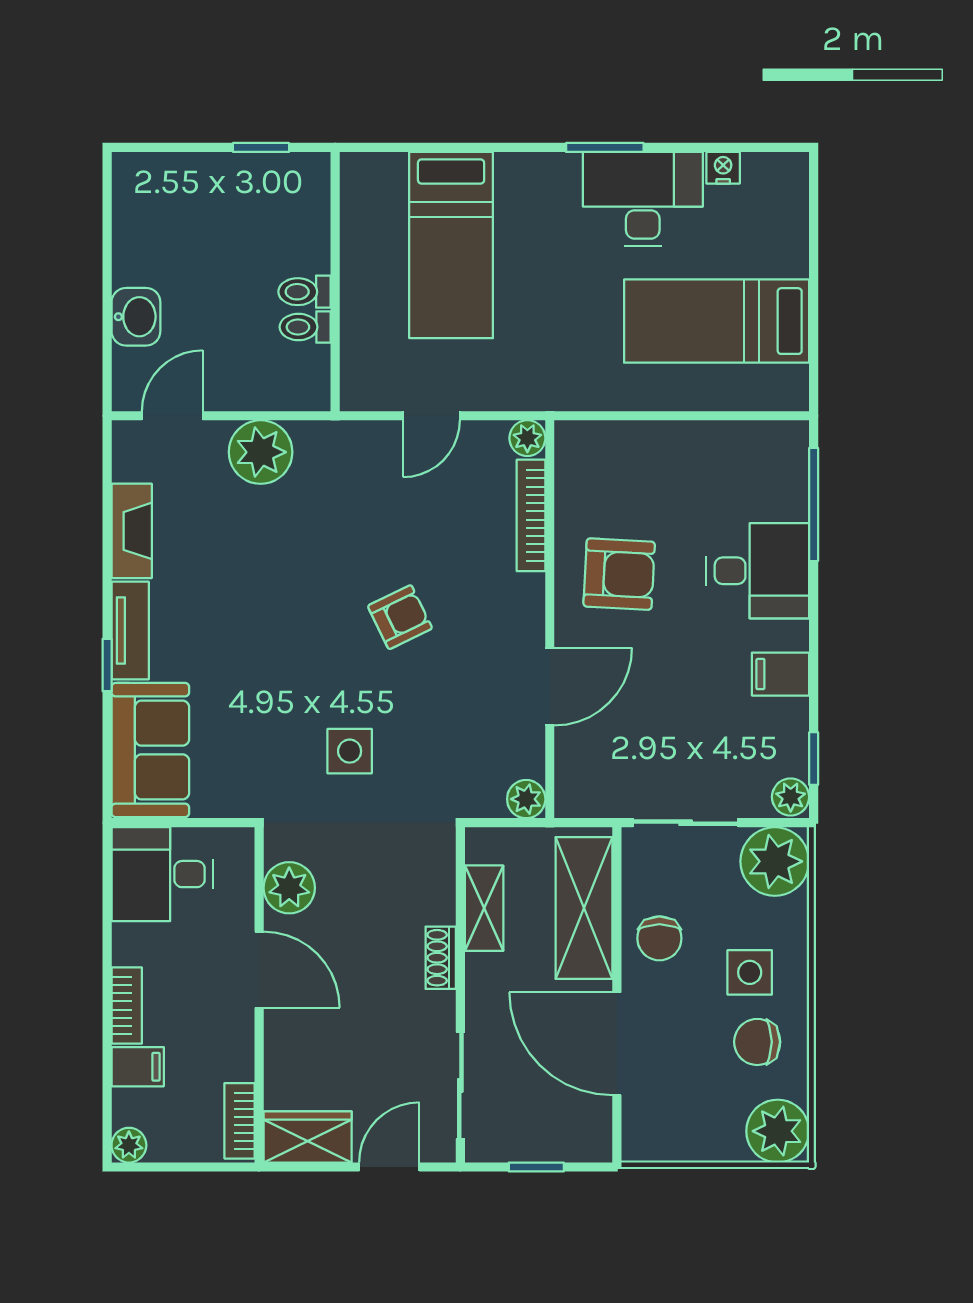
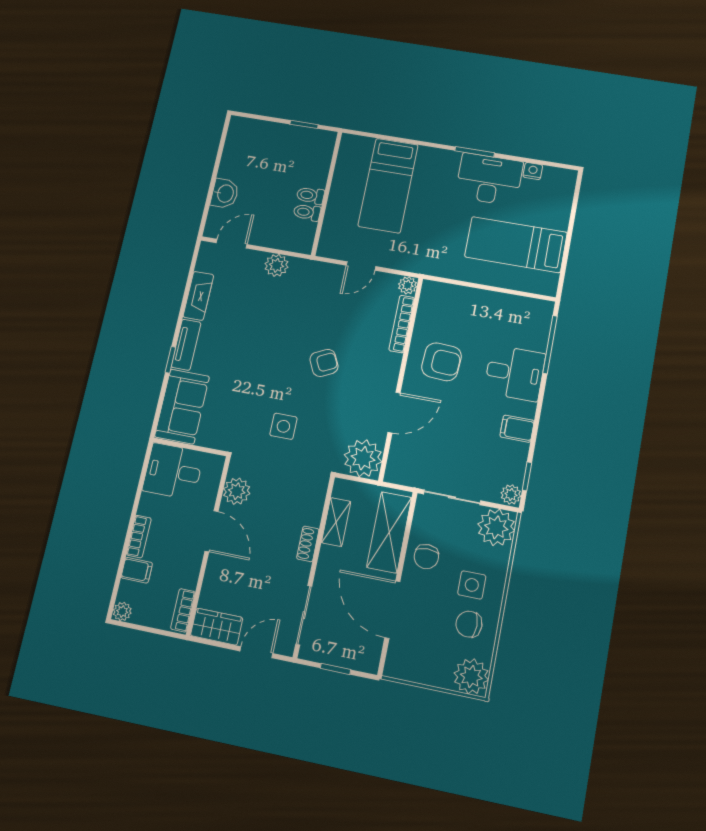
plant: (261, 452) -> (277, 265), width x0.73, depth x0.73
plant: (526, 799) -> (363, 458), width x1.88, depth x1.88

